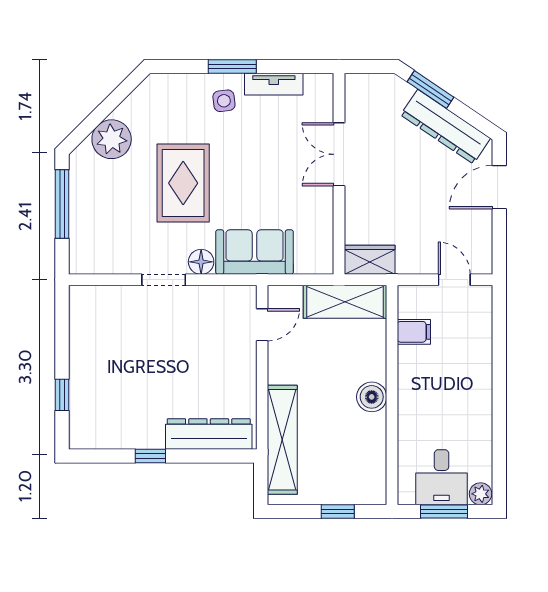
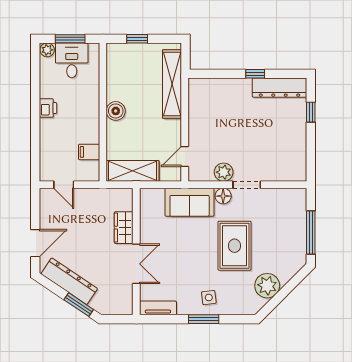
tv unit: (274, 84) -> (158, 308), moved
plant: (112, 139) -> (267, 286), moved
wardrobe: (370, 260) -> (124, 228), moved, turned 90
plant: (200, 300) -> (224, 172), added
printer: (479, 402) -> (48, 108), added
dresser: (209, 434) -> (279, 88), moved

